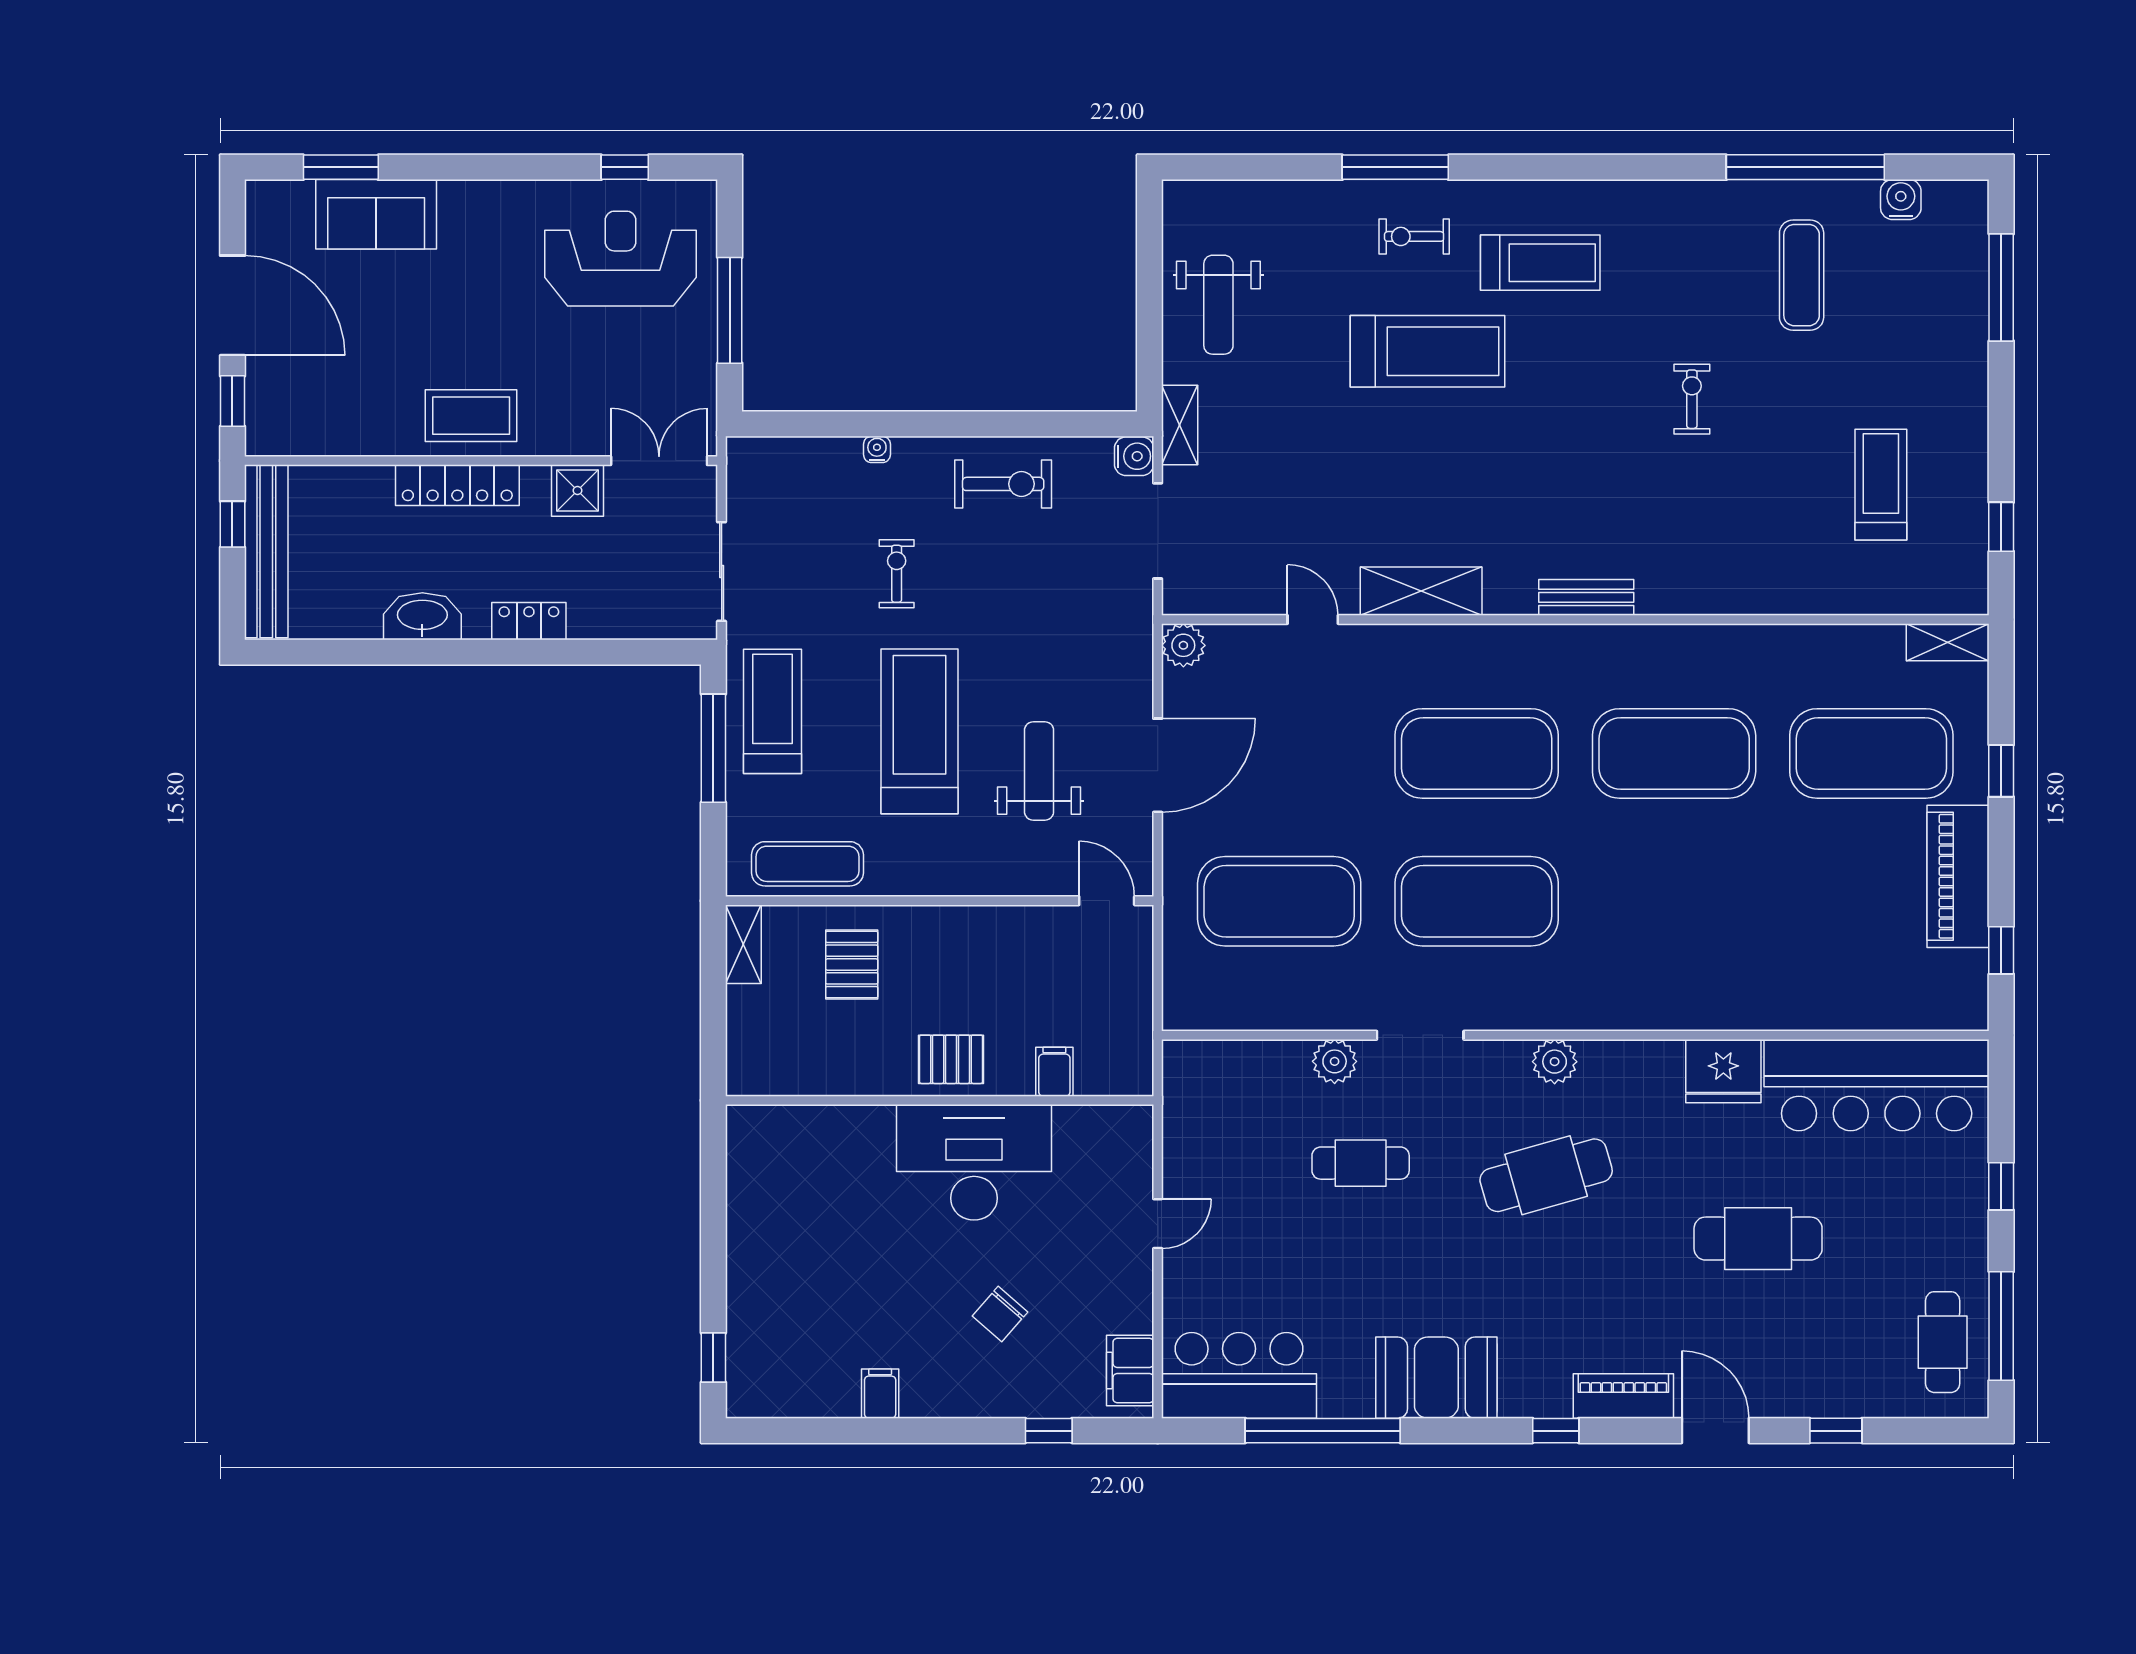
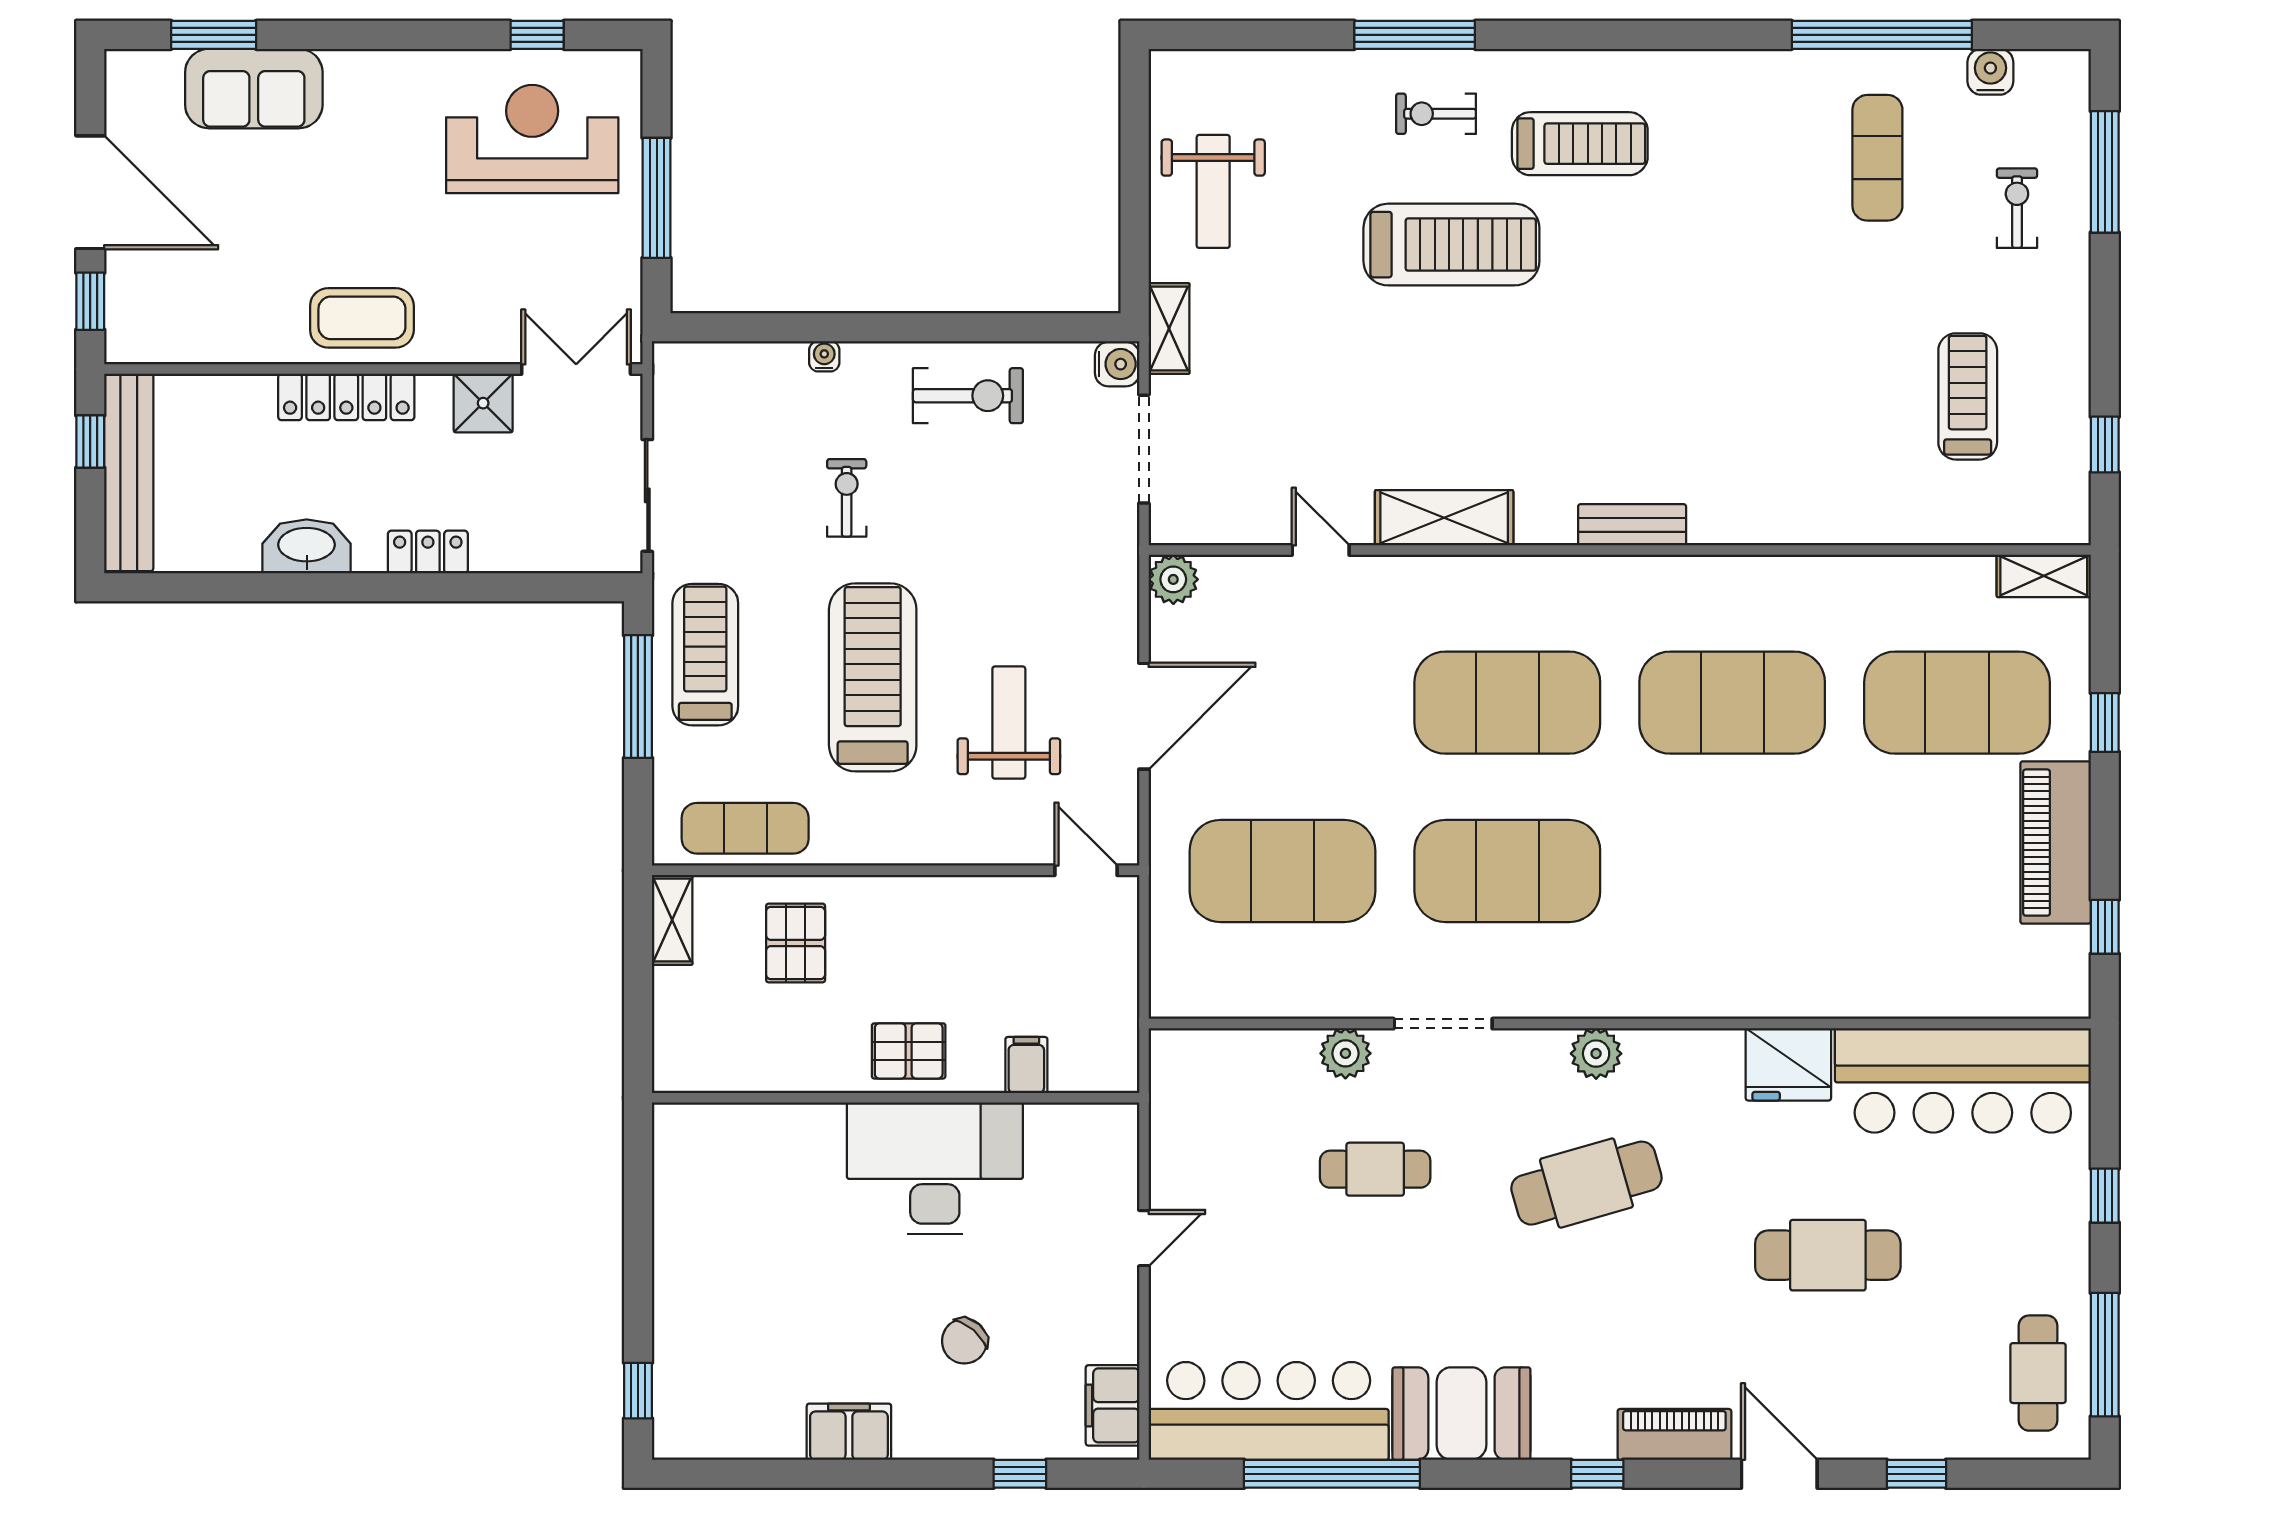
exercise bike: (1692, 399) -> (2017, 208), moved
bar counter: (1239, 1375) -> (1269, 1411), width x1.36
filing cabinet: (880, 1394) -> (849, 1432), width x2.00

